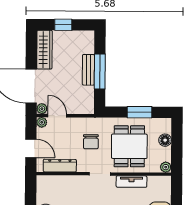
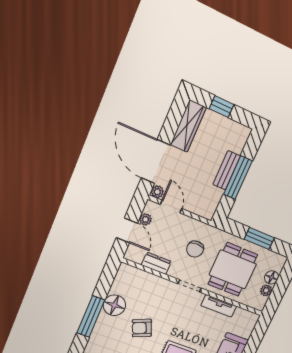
plant: (42, 122) -> (145, 219), moved
dresser: (60, 166) -> (156, 263), width x0.70
plant: (166, 167) -> (266, 290), moved

